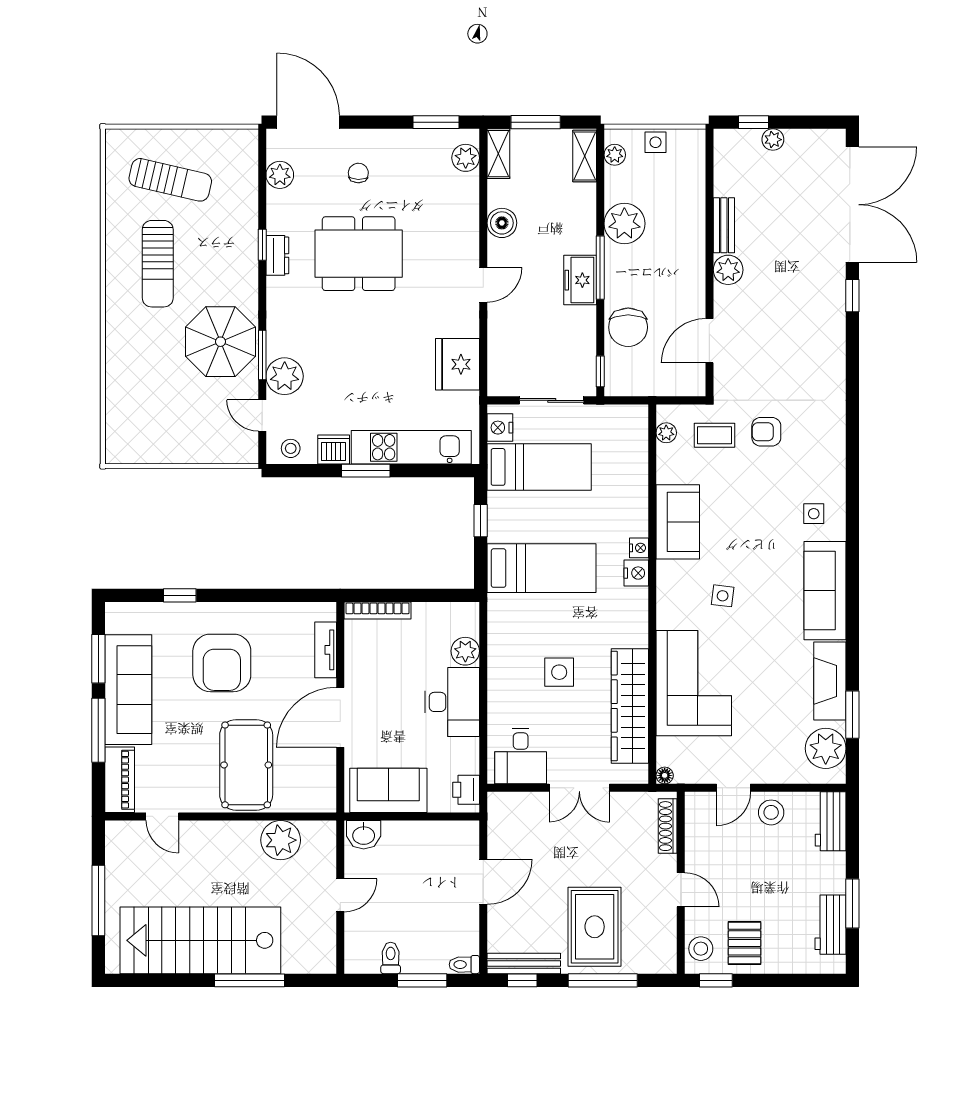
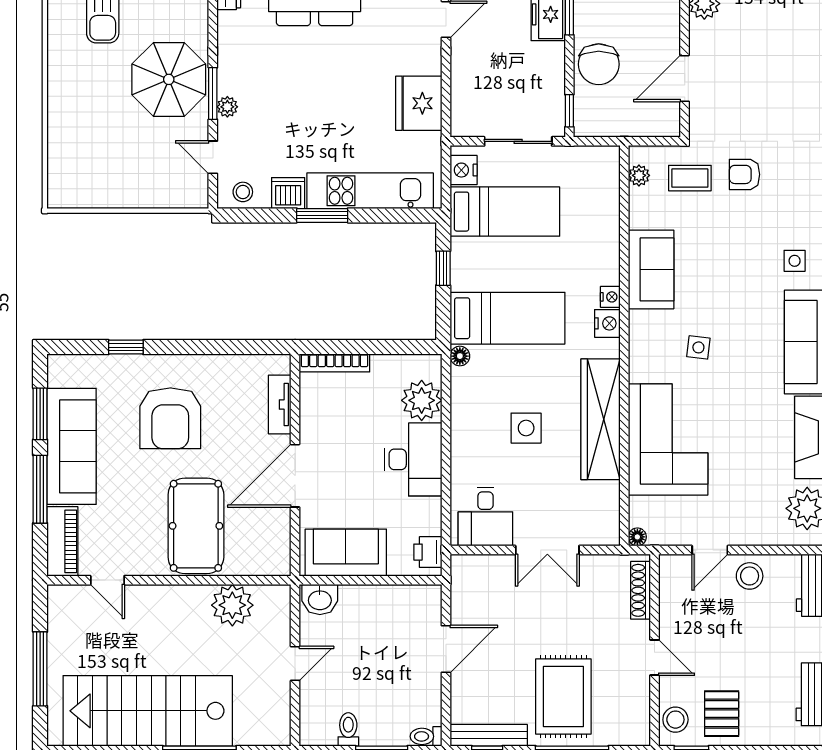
plant: (285, 376) -> (227, 107), width x0.53, depth x0.53
floor lamp: (496, 604) -> (460, 356), added
plant: (465, 651) -> (422, 400), width x1.36, depth x1.36
wardrobe: (630, 706) -> (601, 419), moved

